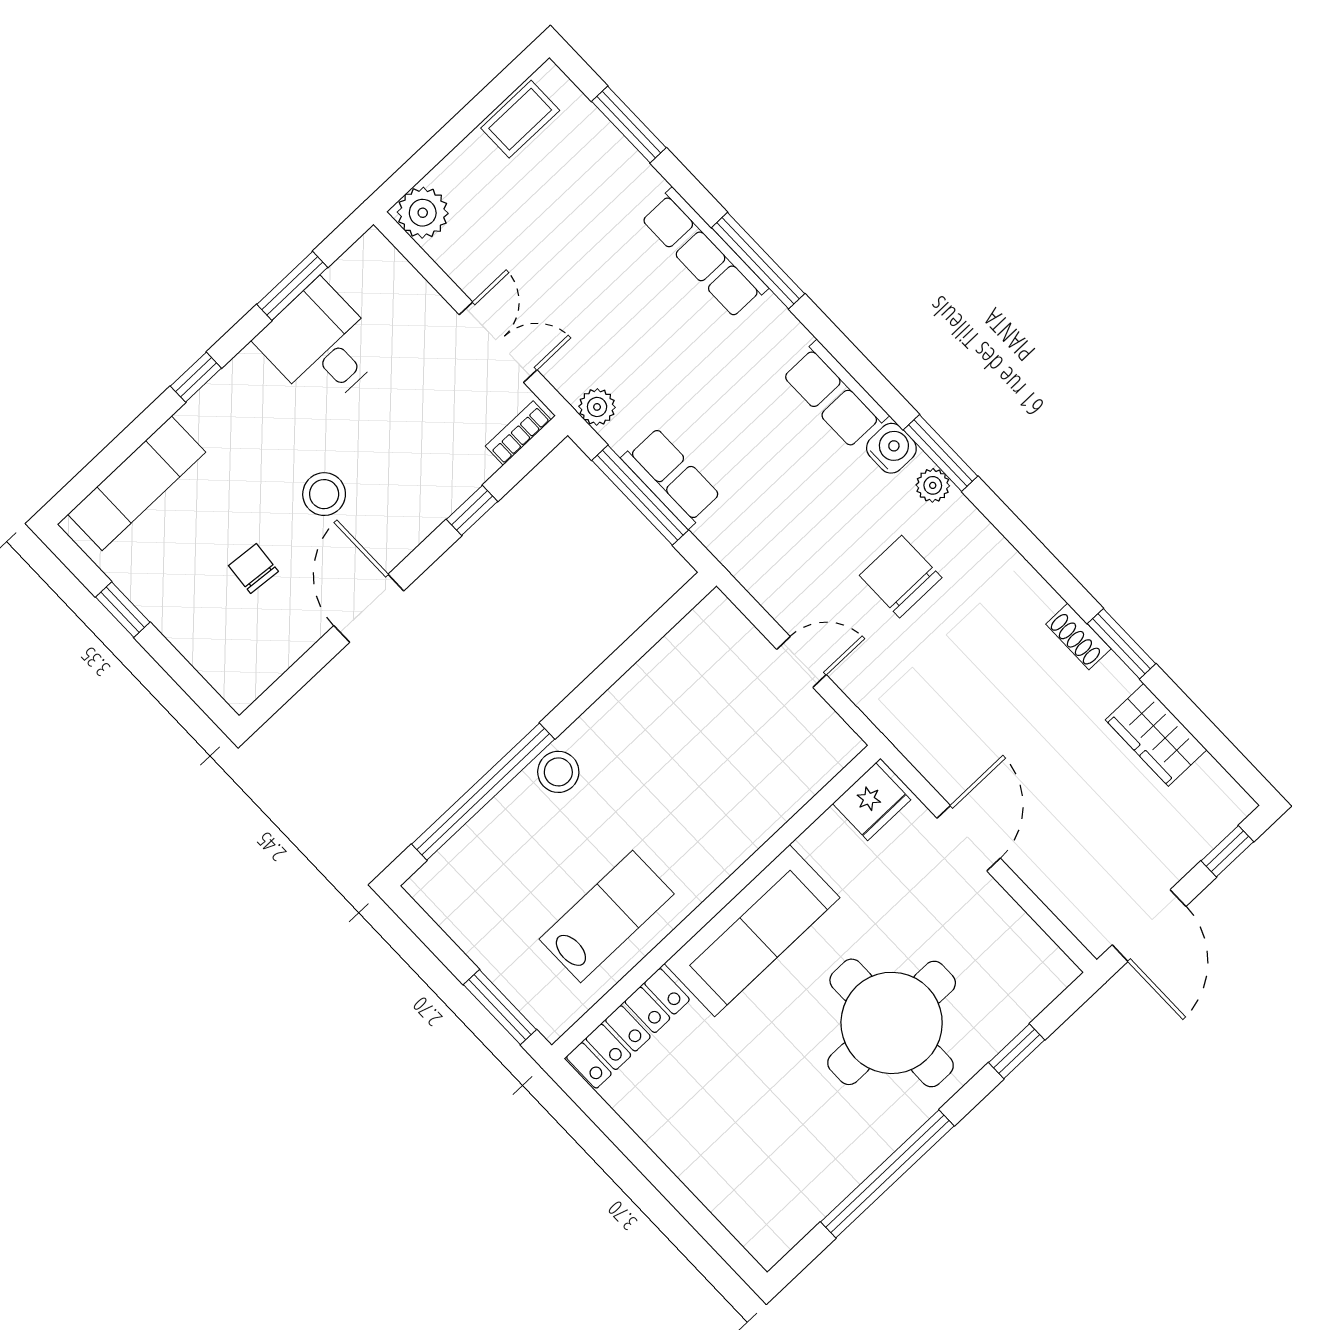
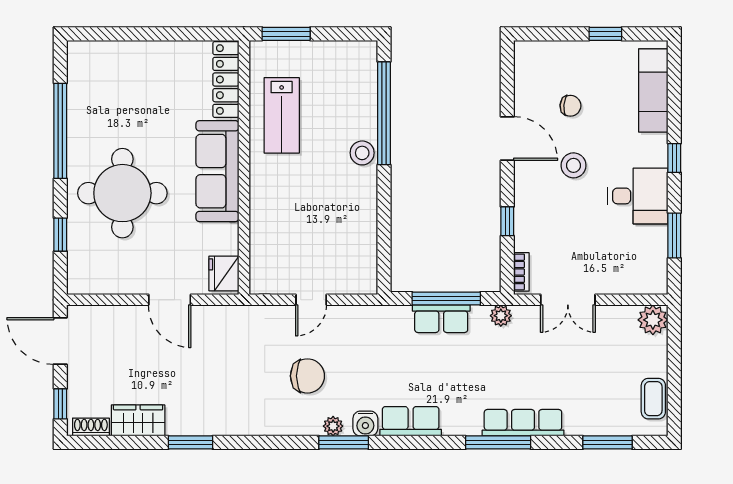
desk: (321, 345) -> (638, 196), moved
shoe rack: (1078, 636) -> (91, 427), moved

